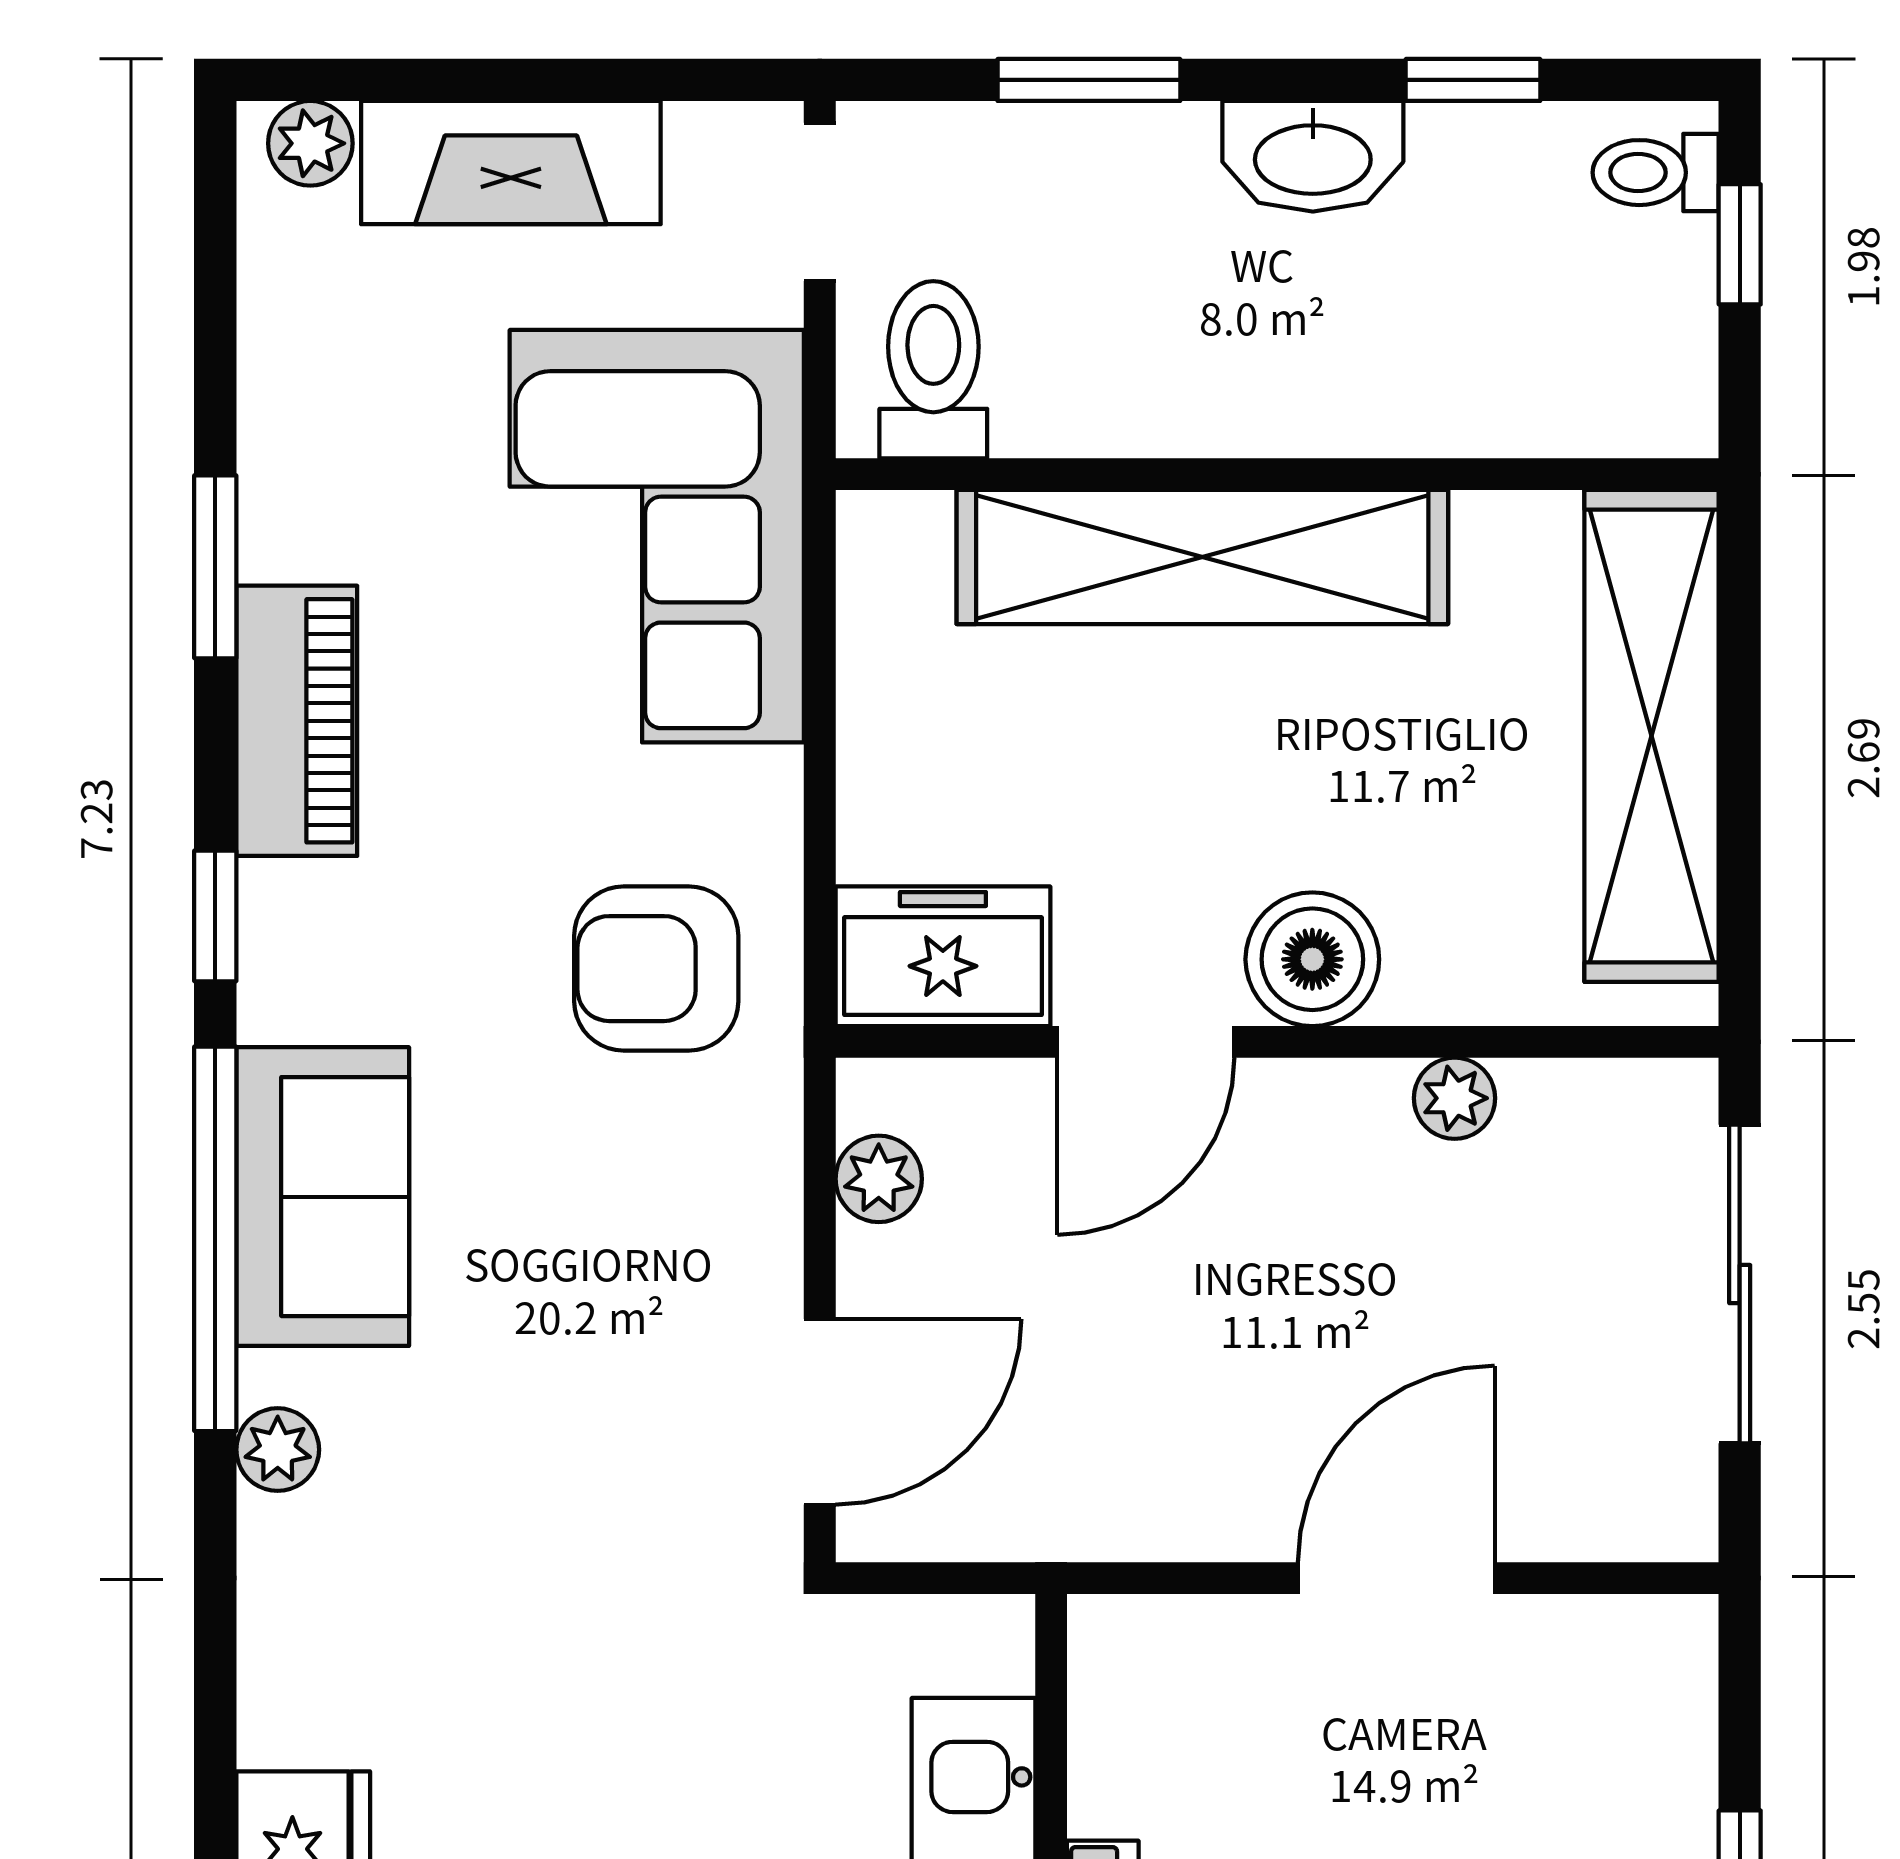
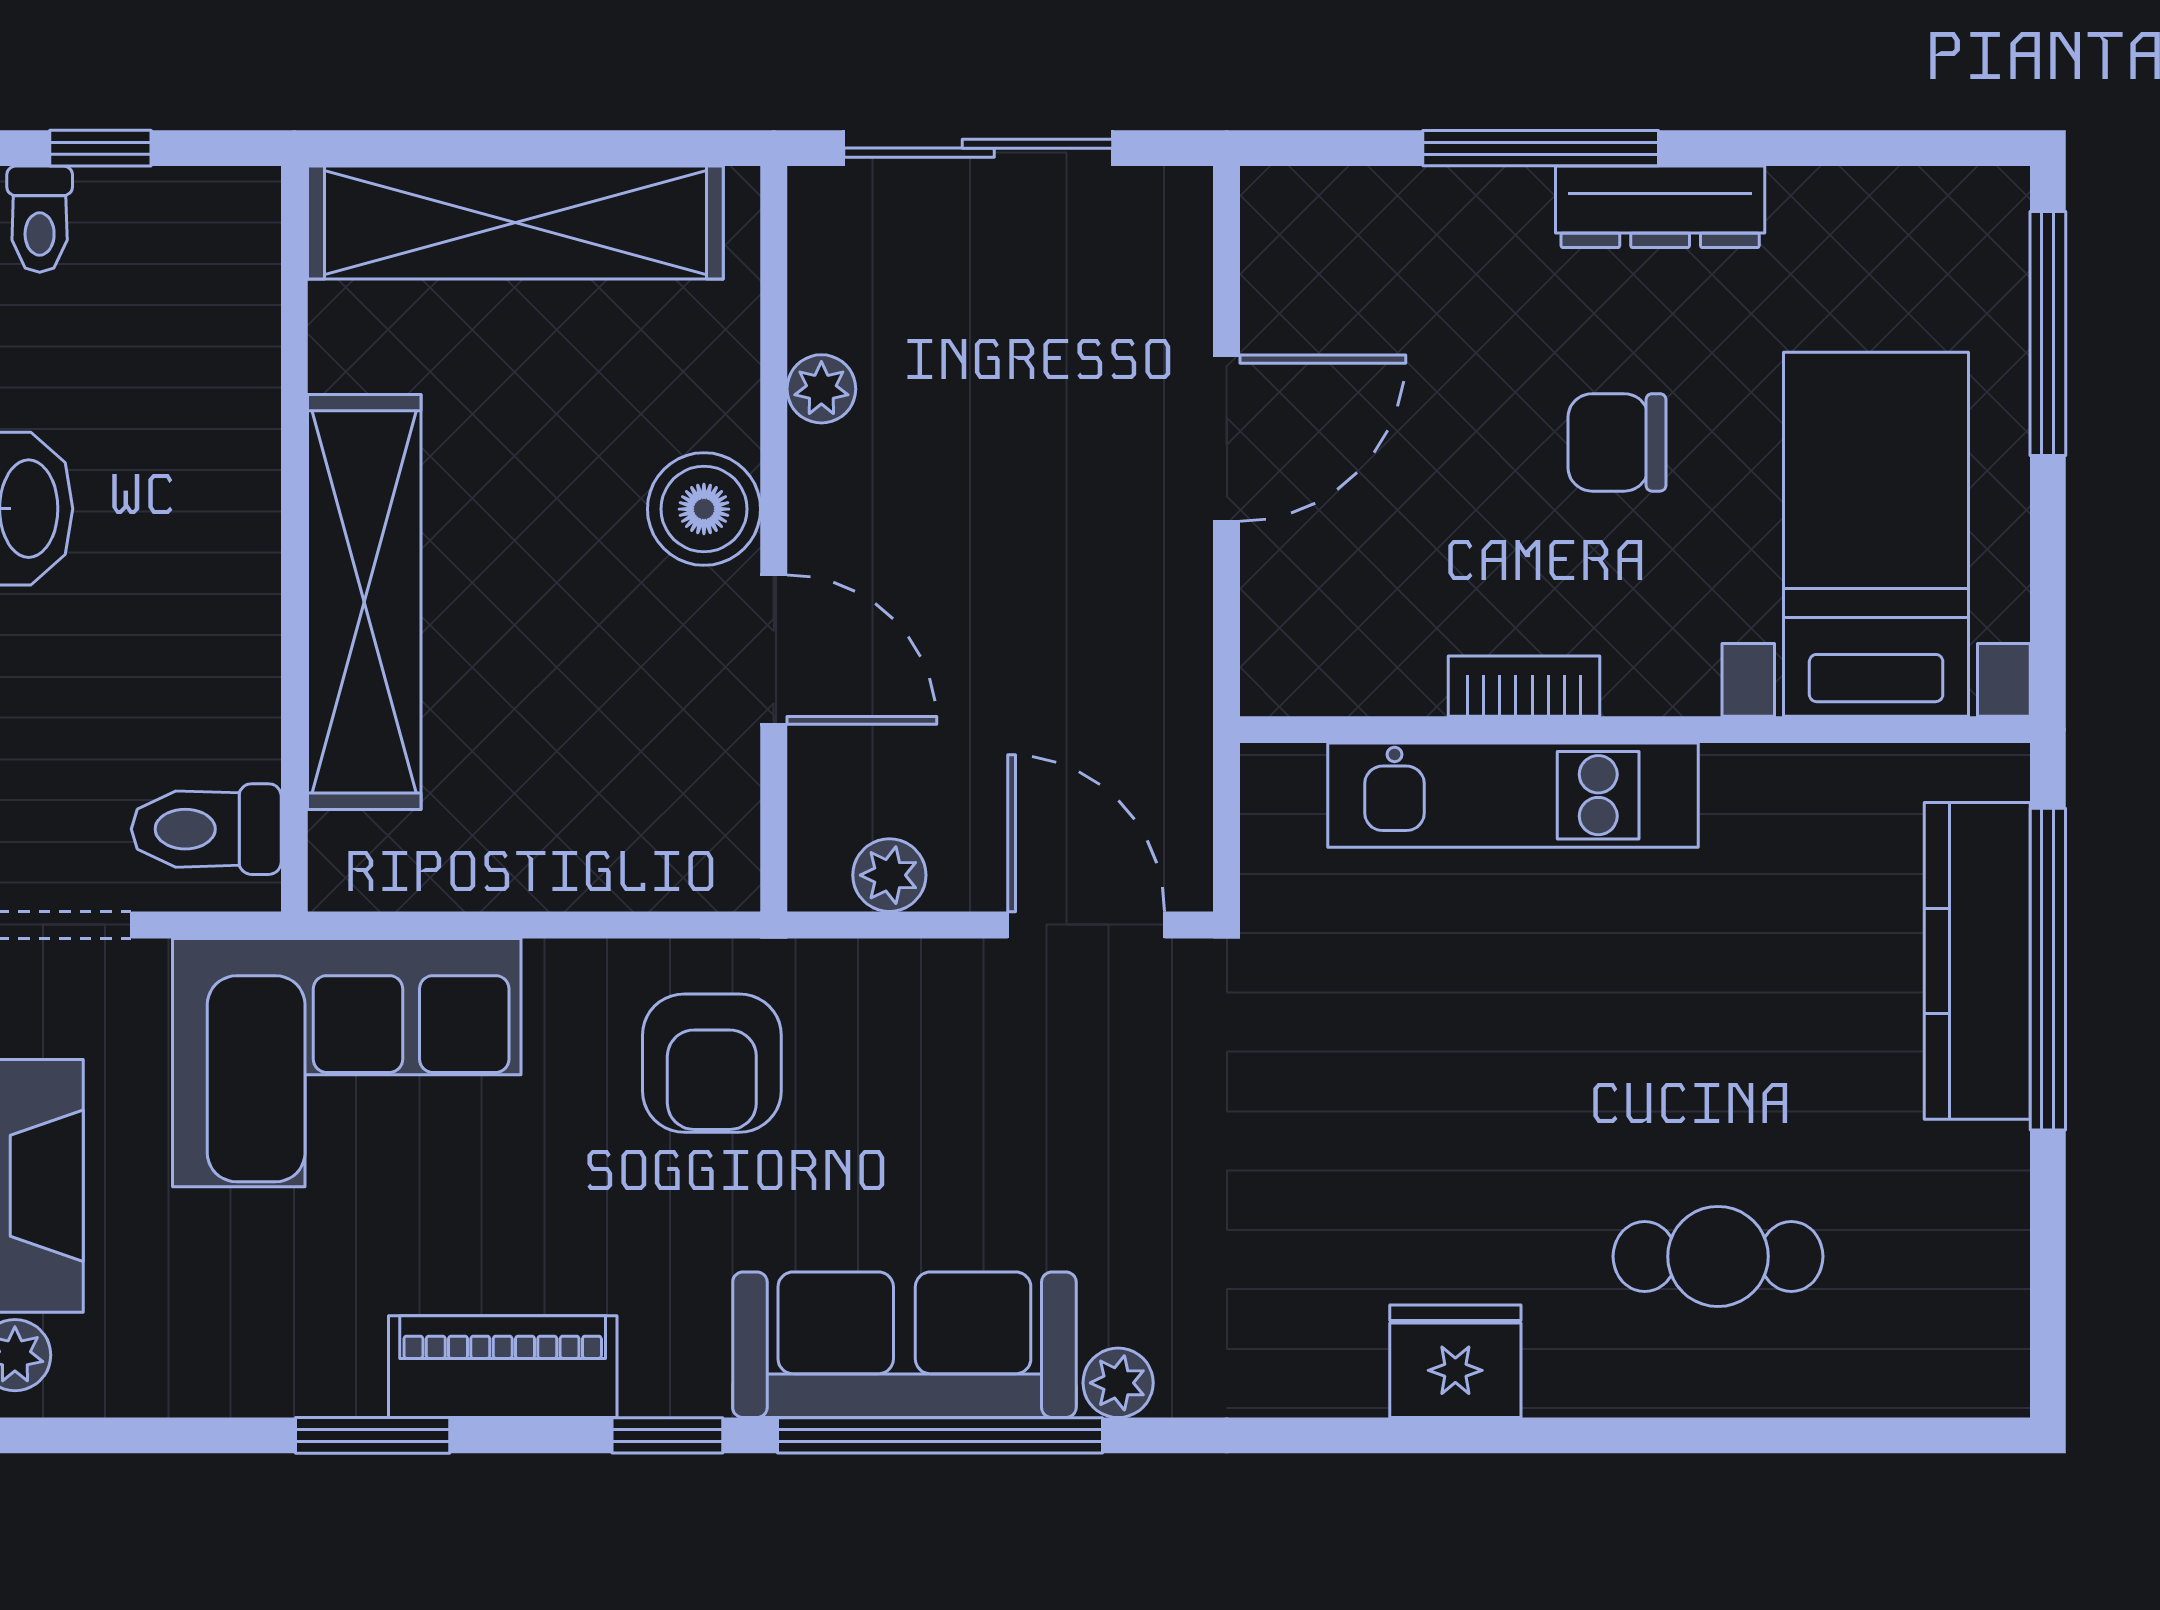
freezer: (943, 956) -> (701, 821), removed
sofa: (323, 1197) -> (904, 1345), width x1.36
door: (1396, 1578) -> (1227, 438), swing flipped

